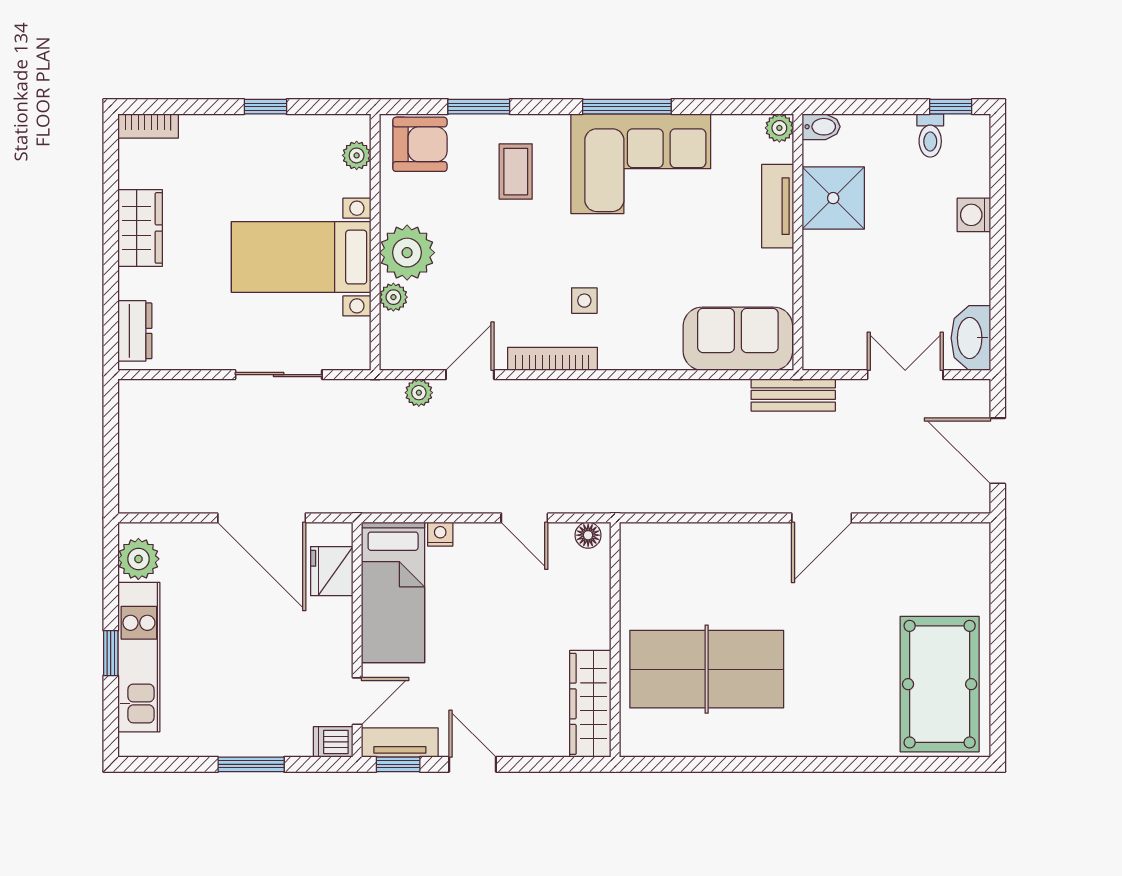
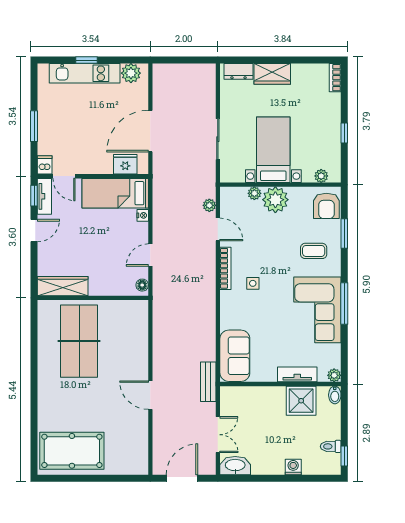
wardrobe: (140, 228) -> (272, 74), moved

